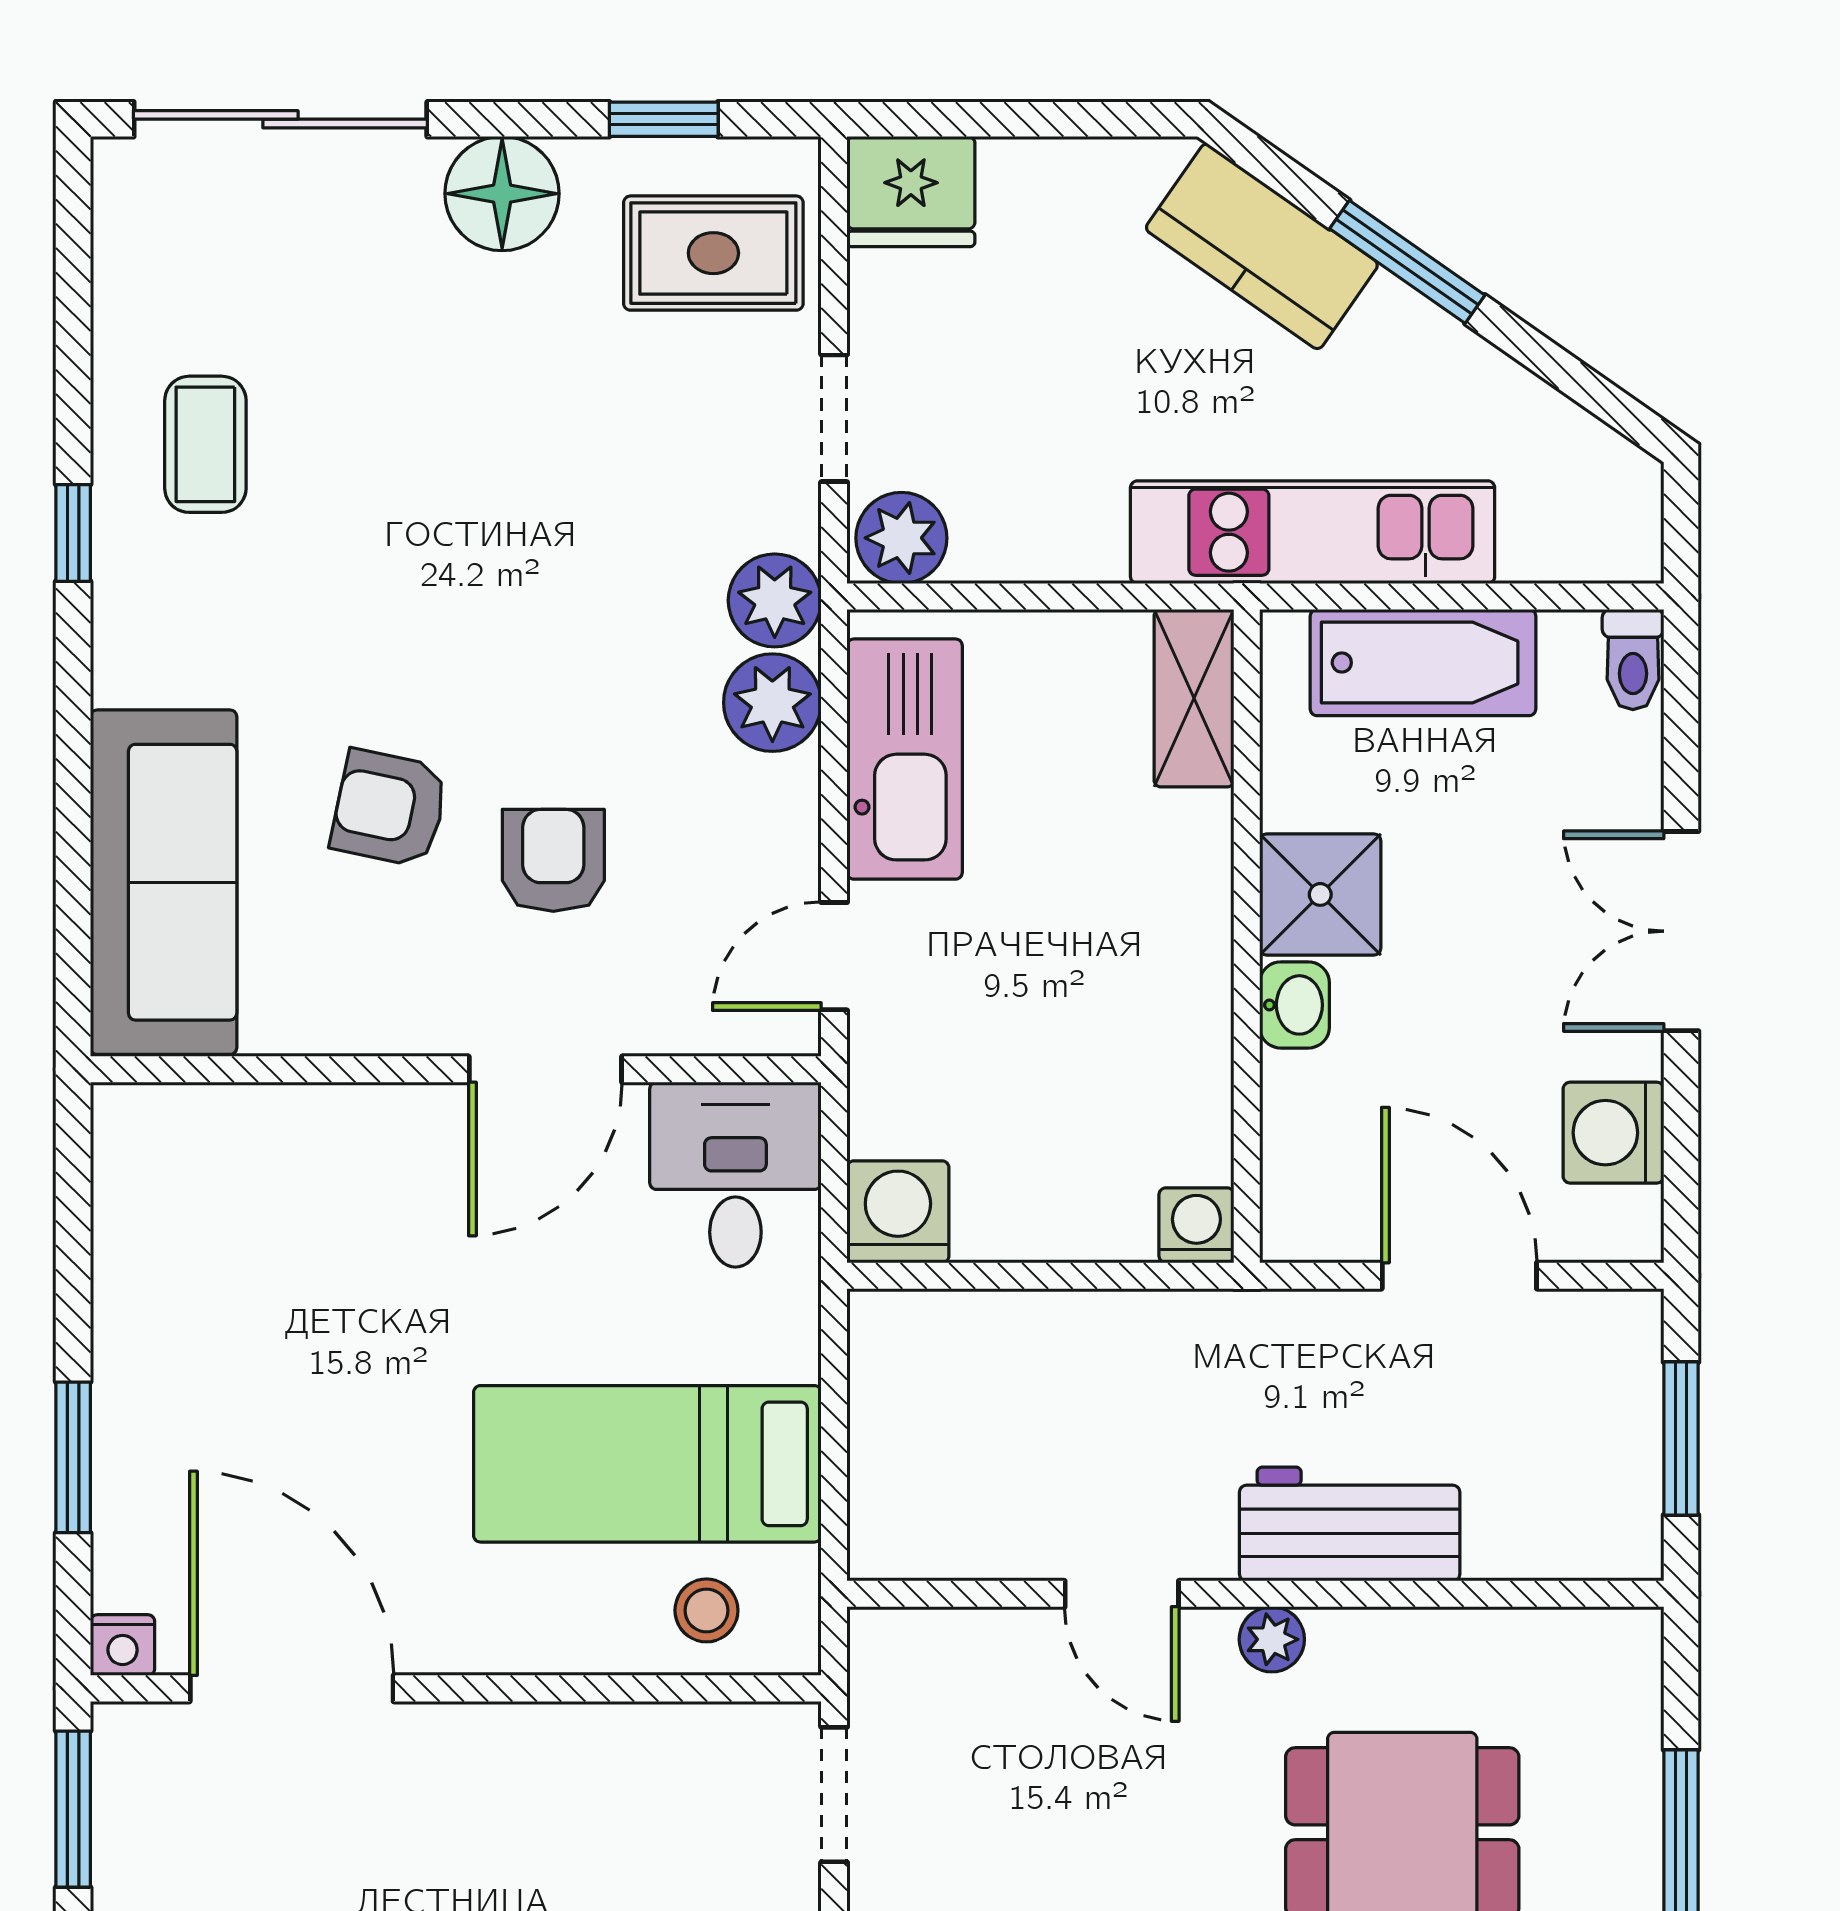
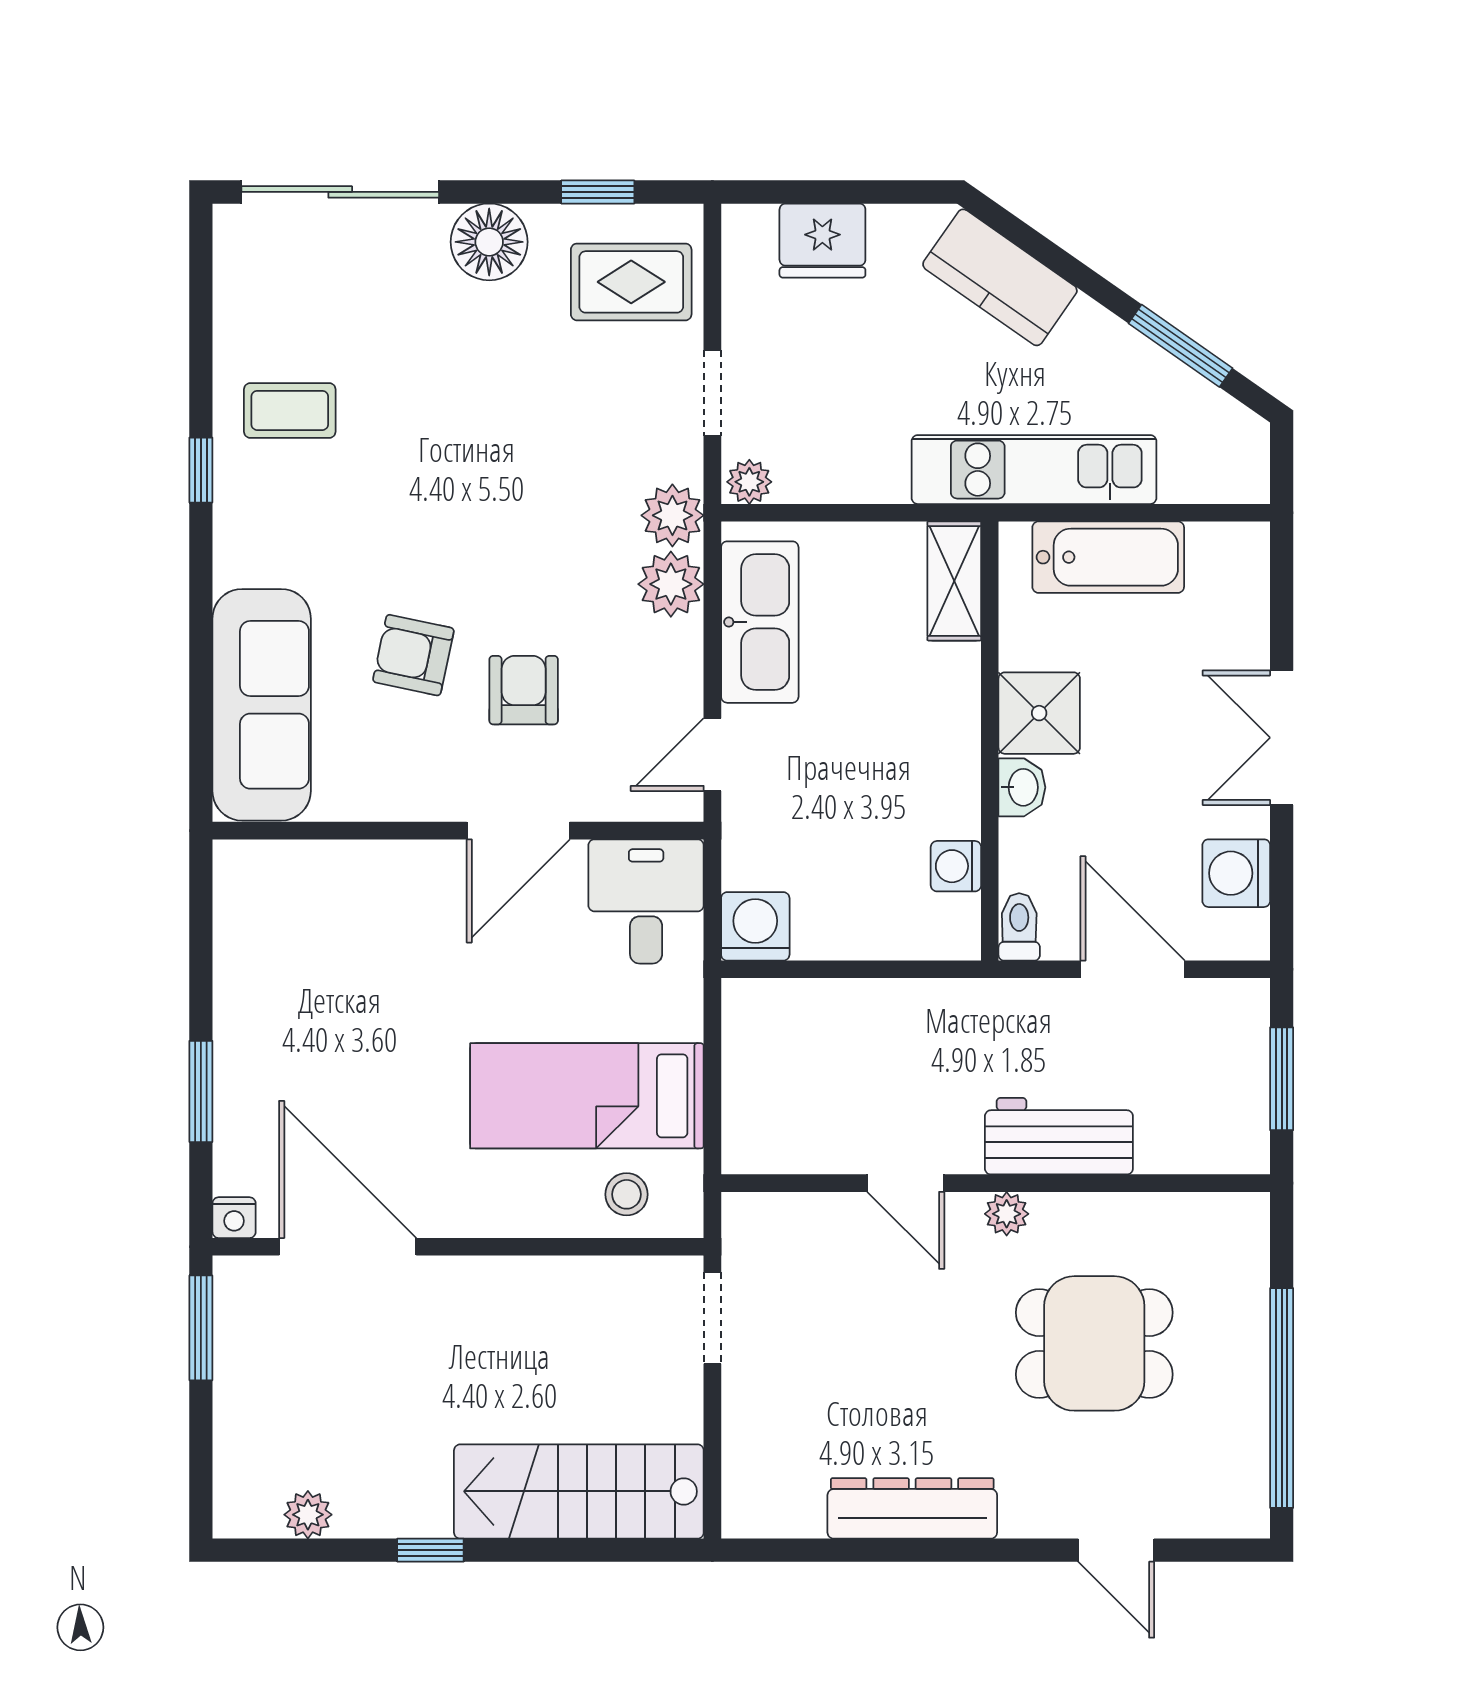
fridge: (911, 192) -> (822, 241), moved
window: (1407, 262) -> (1180, 346), moved
coffee table: (205, 444) -> (290, 410), turned 90
plant: (901, 538) -> (749, 482), width x0.73, depth x0.73
toilet: (1633, 660) -> (1019, 927), moved, turned 180
washing machine: (1196, 1225) -> (956, 866), moved, turned -90

